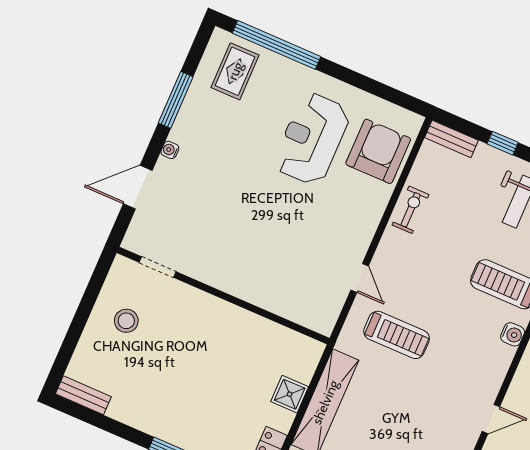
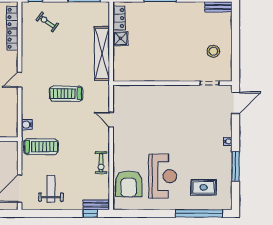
rug: (235, 71) -> (204, 187), moved, turned 90
window: (503, 143) -> (90, 213), moved
door: (138, 187) -> (236, 103), moved
treadmill: (397, 335) -> (66, 94), moved
shower: (290, 394) -> (120, 38), moved

